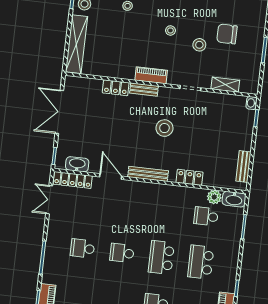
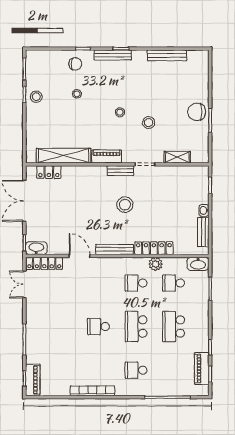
chair: (227, 34) -> (197, 112), moved
shelving: (76, 44) -> (64, 156), moved, turned 90
locker: (116, 88) -> (49, 172), moved
bench: (144, 89) -> (120, 171), moved
washbasin: (252, 103) -> (204, 210), moved
washbasin: (77, 164) -> (36, 248), moved
locker: (190, 177) -> (154, 248), width x1.53
plant: (214, 197) -> (156, 264), moved
school desk: (83, 248) -> (136, 283), moved

